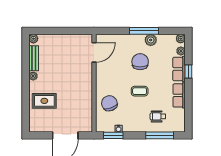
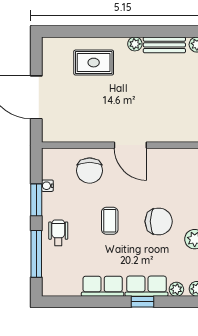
door: (94, 52) -> (130, 145), moved
rug: (44, 101) -> (94, 63), turned 90
chair: (109, 103) -> (90, 171), turned 109
wheelchair: (158, 116) -> (58, 233), moved
window: (113, 135) -> (36, 200), moved

